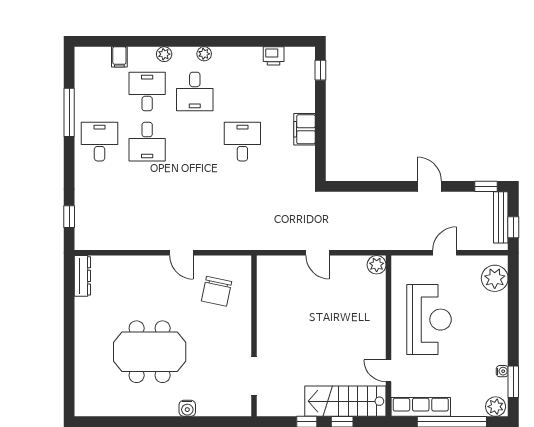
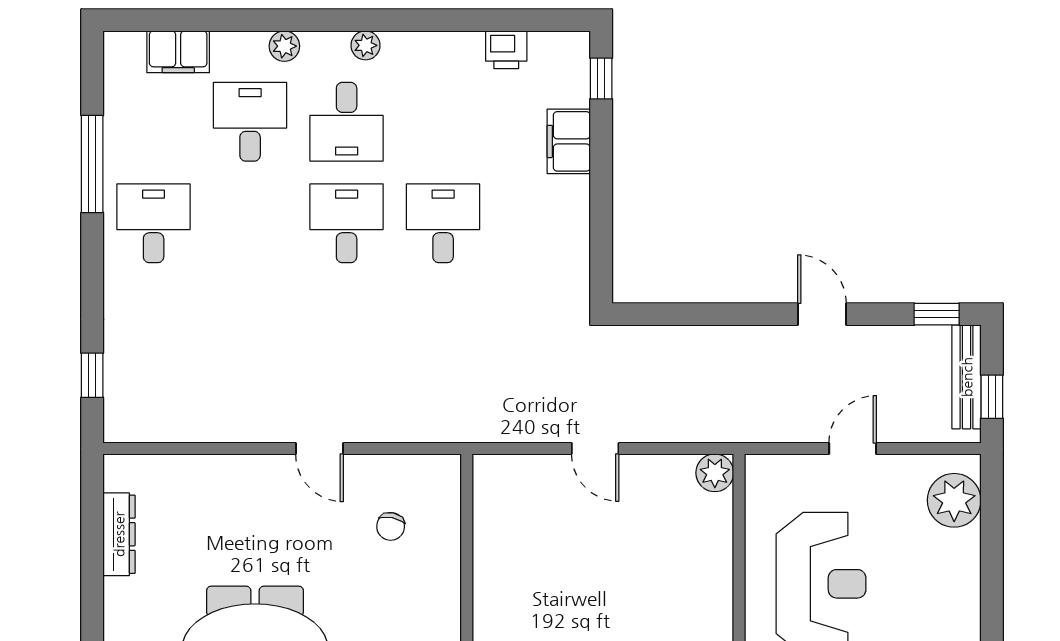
filing cabinet: (119, 57) -> (178, 52), width x2.00
filing cabinet: (304, 129) -> (569, 141), moved
desk: (147, 142) -> (347, 223), moved, turned 180
dresser: (82, 276) -> (119, 534), moved
chair: (217, 291) -> (391, 526), width x0.54, depth x0.54

